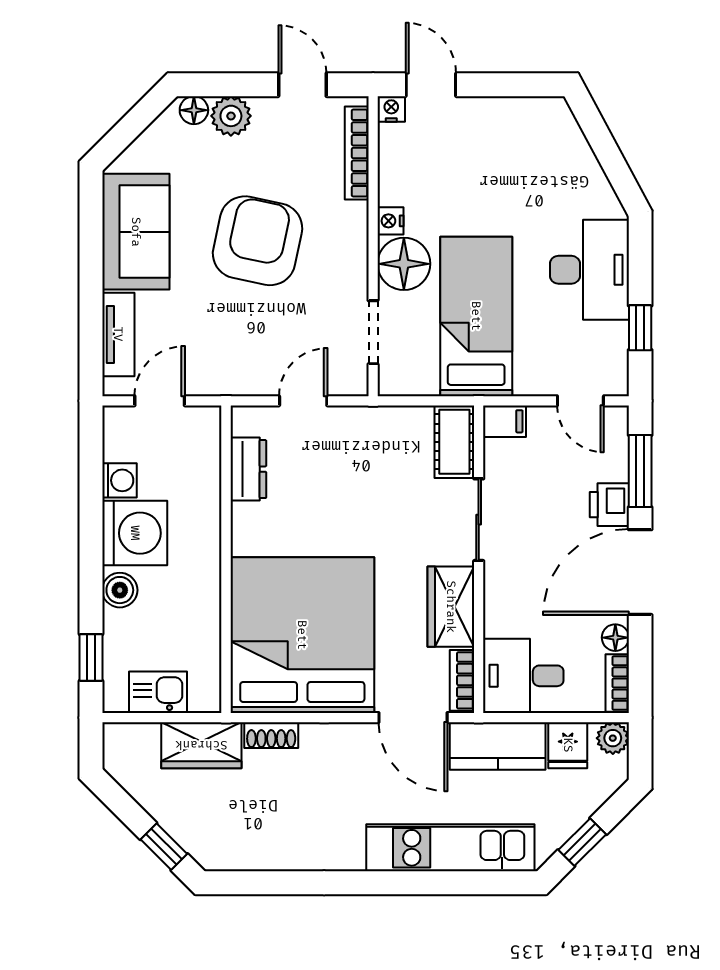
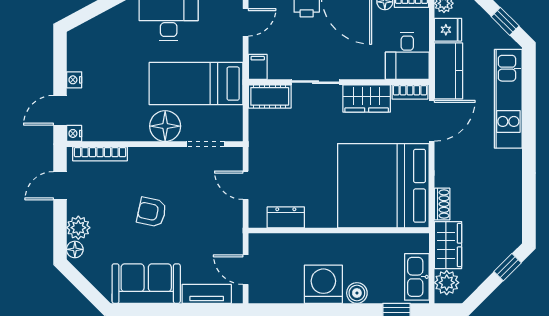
nightstand: (390, 221) -> (74, 80), moved, turned 90
armchair: (258, 241) -> (152, 212), width x0.53, depth x0.53
washing machine: (119, 480) -> (292, 293), removed
kitchen sink: (158, 692) -> (417, 277), width x1.38
plant: (138, 743) -> (447, 283), added

